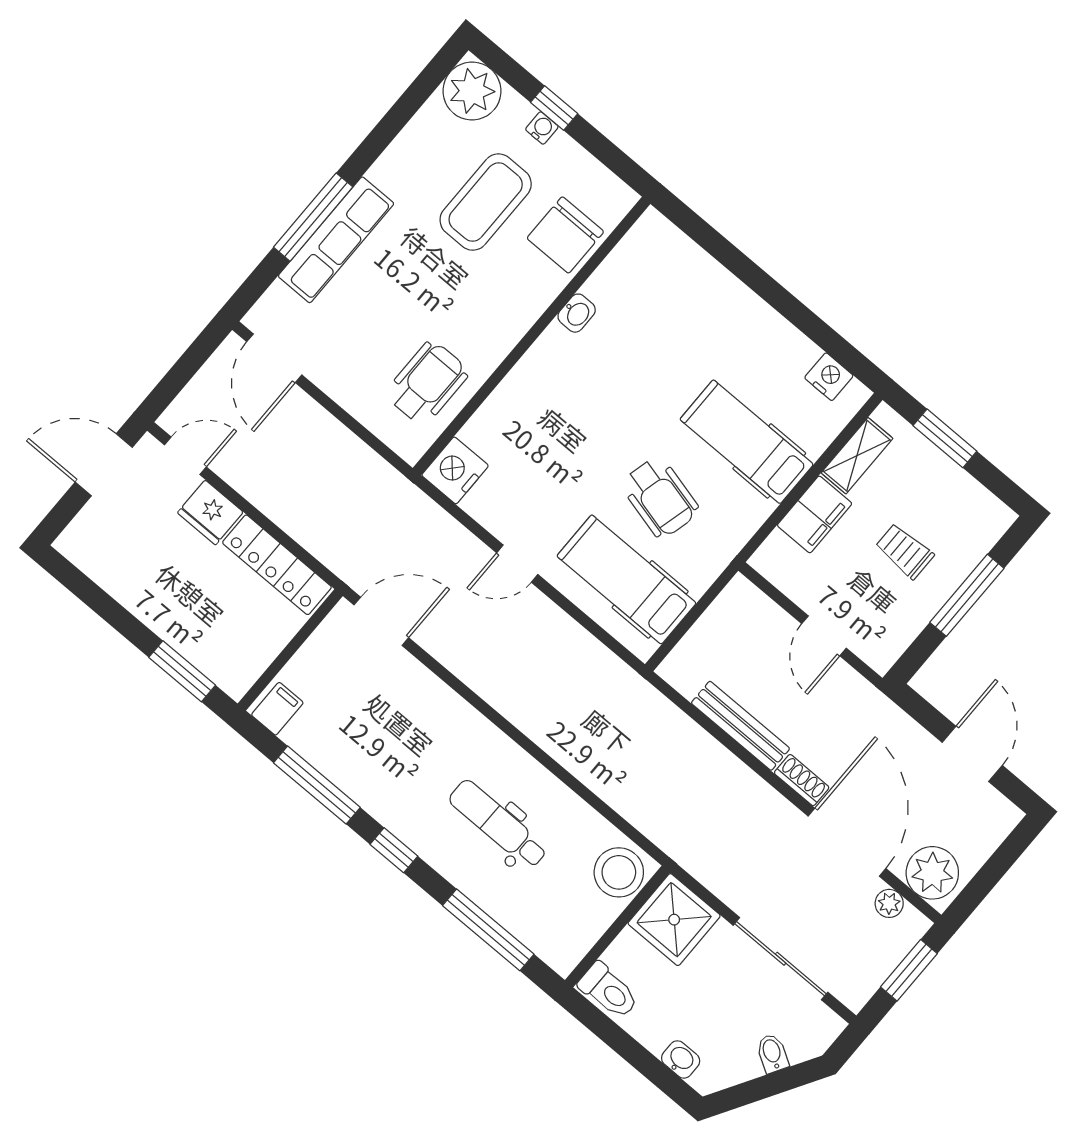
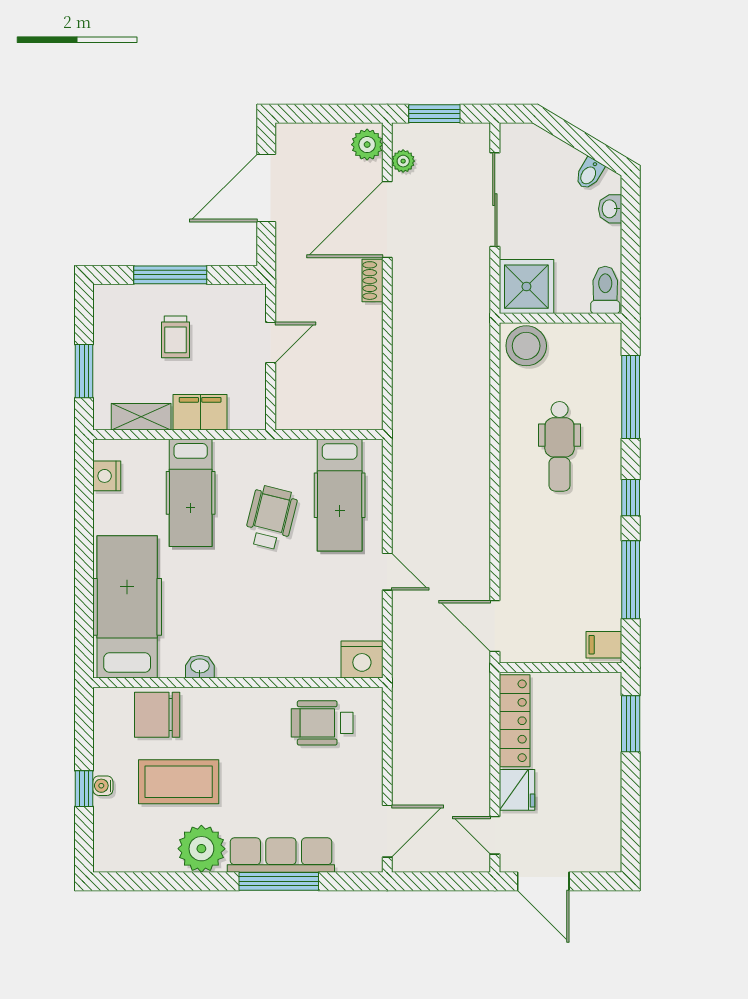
plant: (472, 91) -> (201, 849), moved
chair: (565, 235) -> (157, 715), turned 180
hospital bed: (690, 292) -> (127, 607), added
bench: (740, 726) -> (371, 347), removed
door: (972, 754) -> (266, 188), width x1.36
plant: (932, 873) -> (367, 145), width x0.73, depth x0.73
bidet: (772, 1053) -> (589, 174), moved

